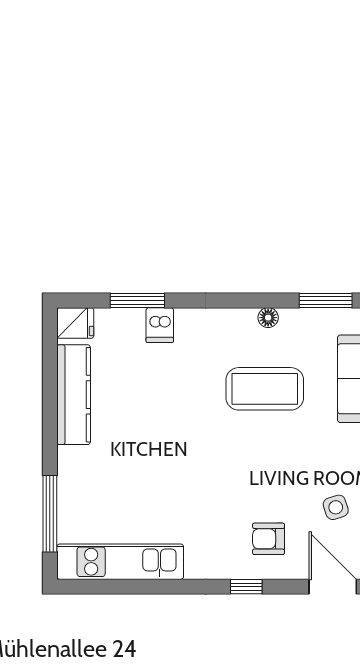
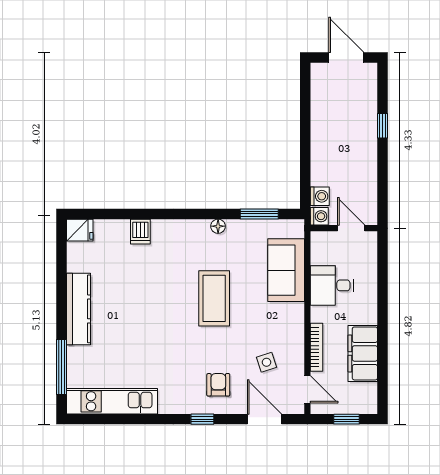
window: (137, 301) -> (124, 214), removed
coffee table: (265, 389) -> (214, 298), moved, turned 90
kitchen counter: (74, 395) -> (79, 309), moved
armchair: (269, 539) -> (218, 385), turned 90

